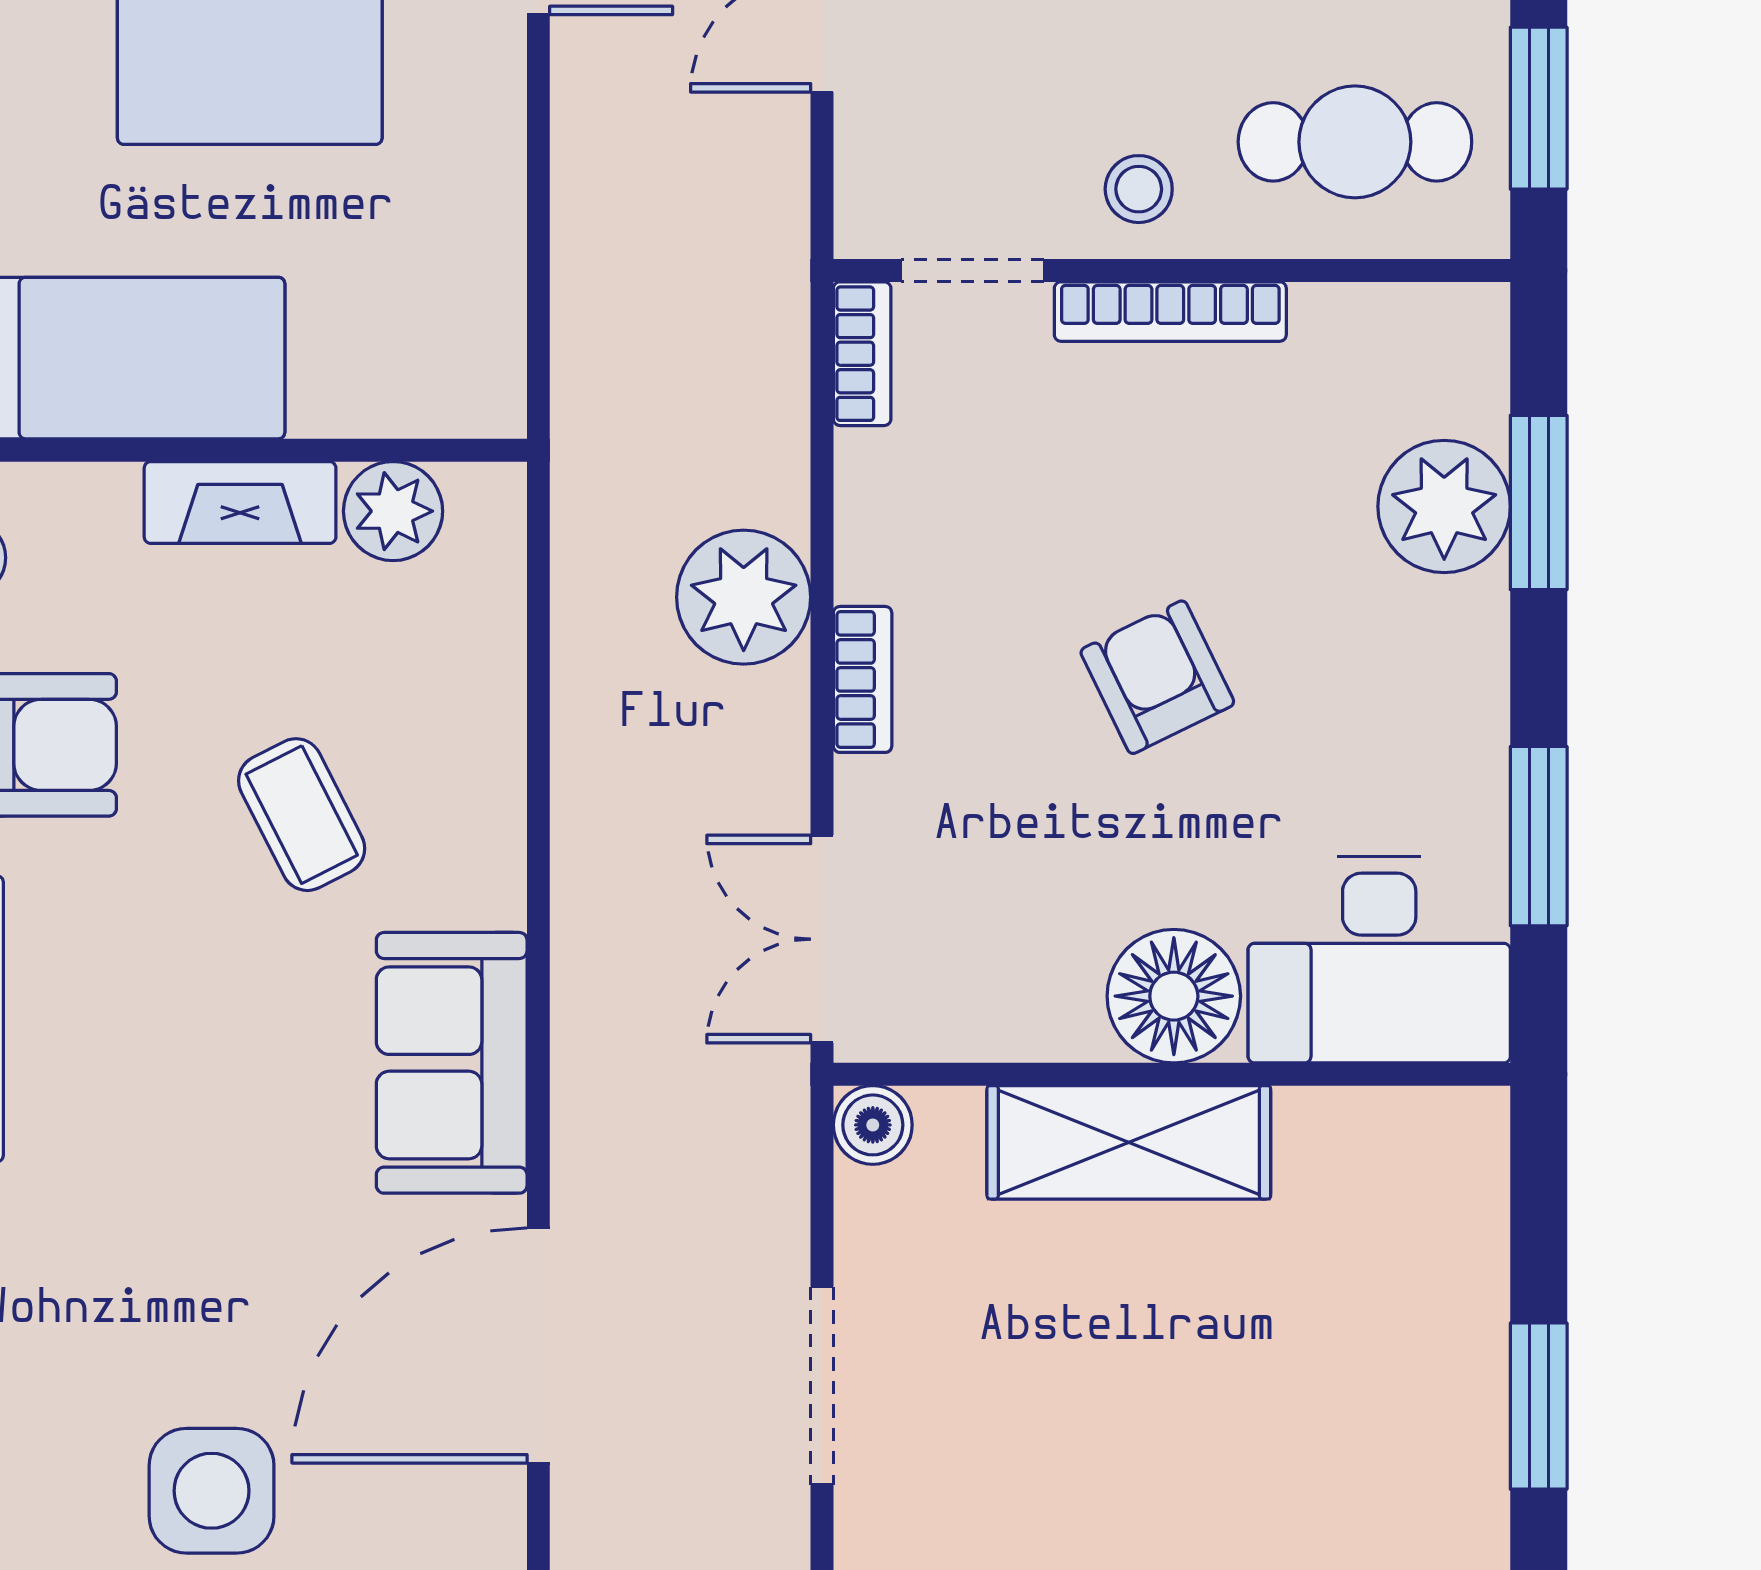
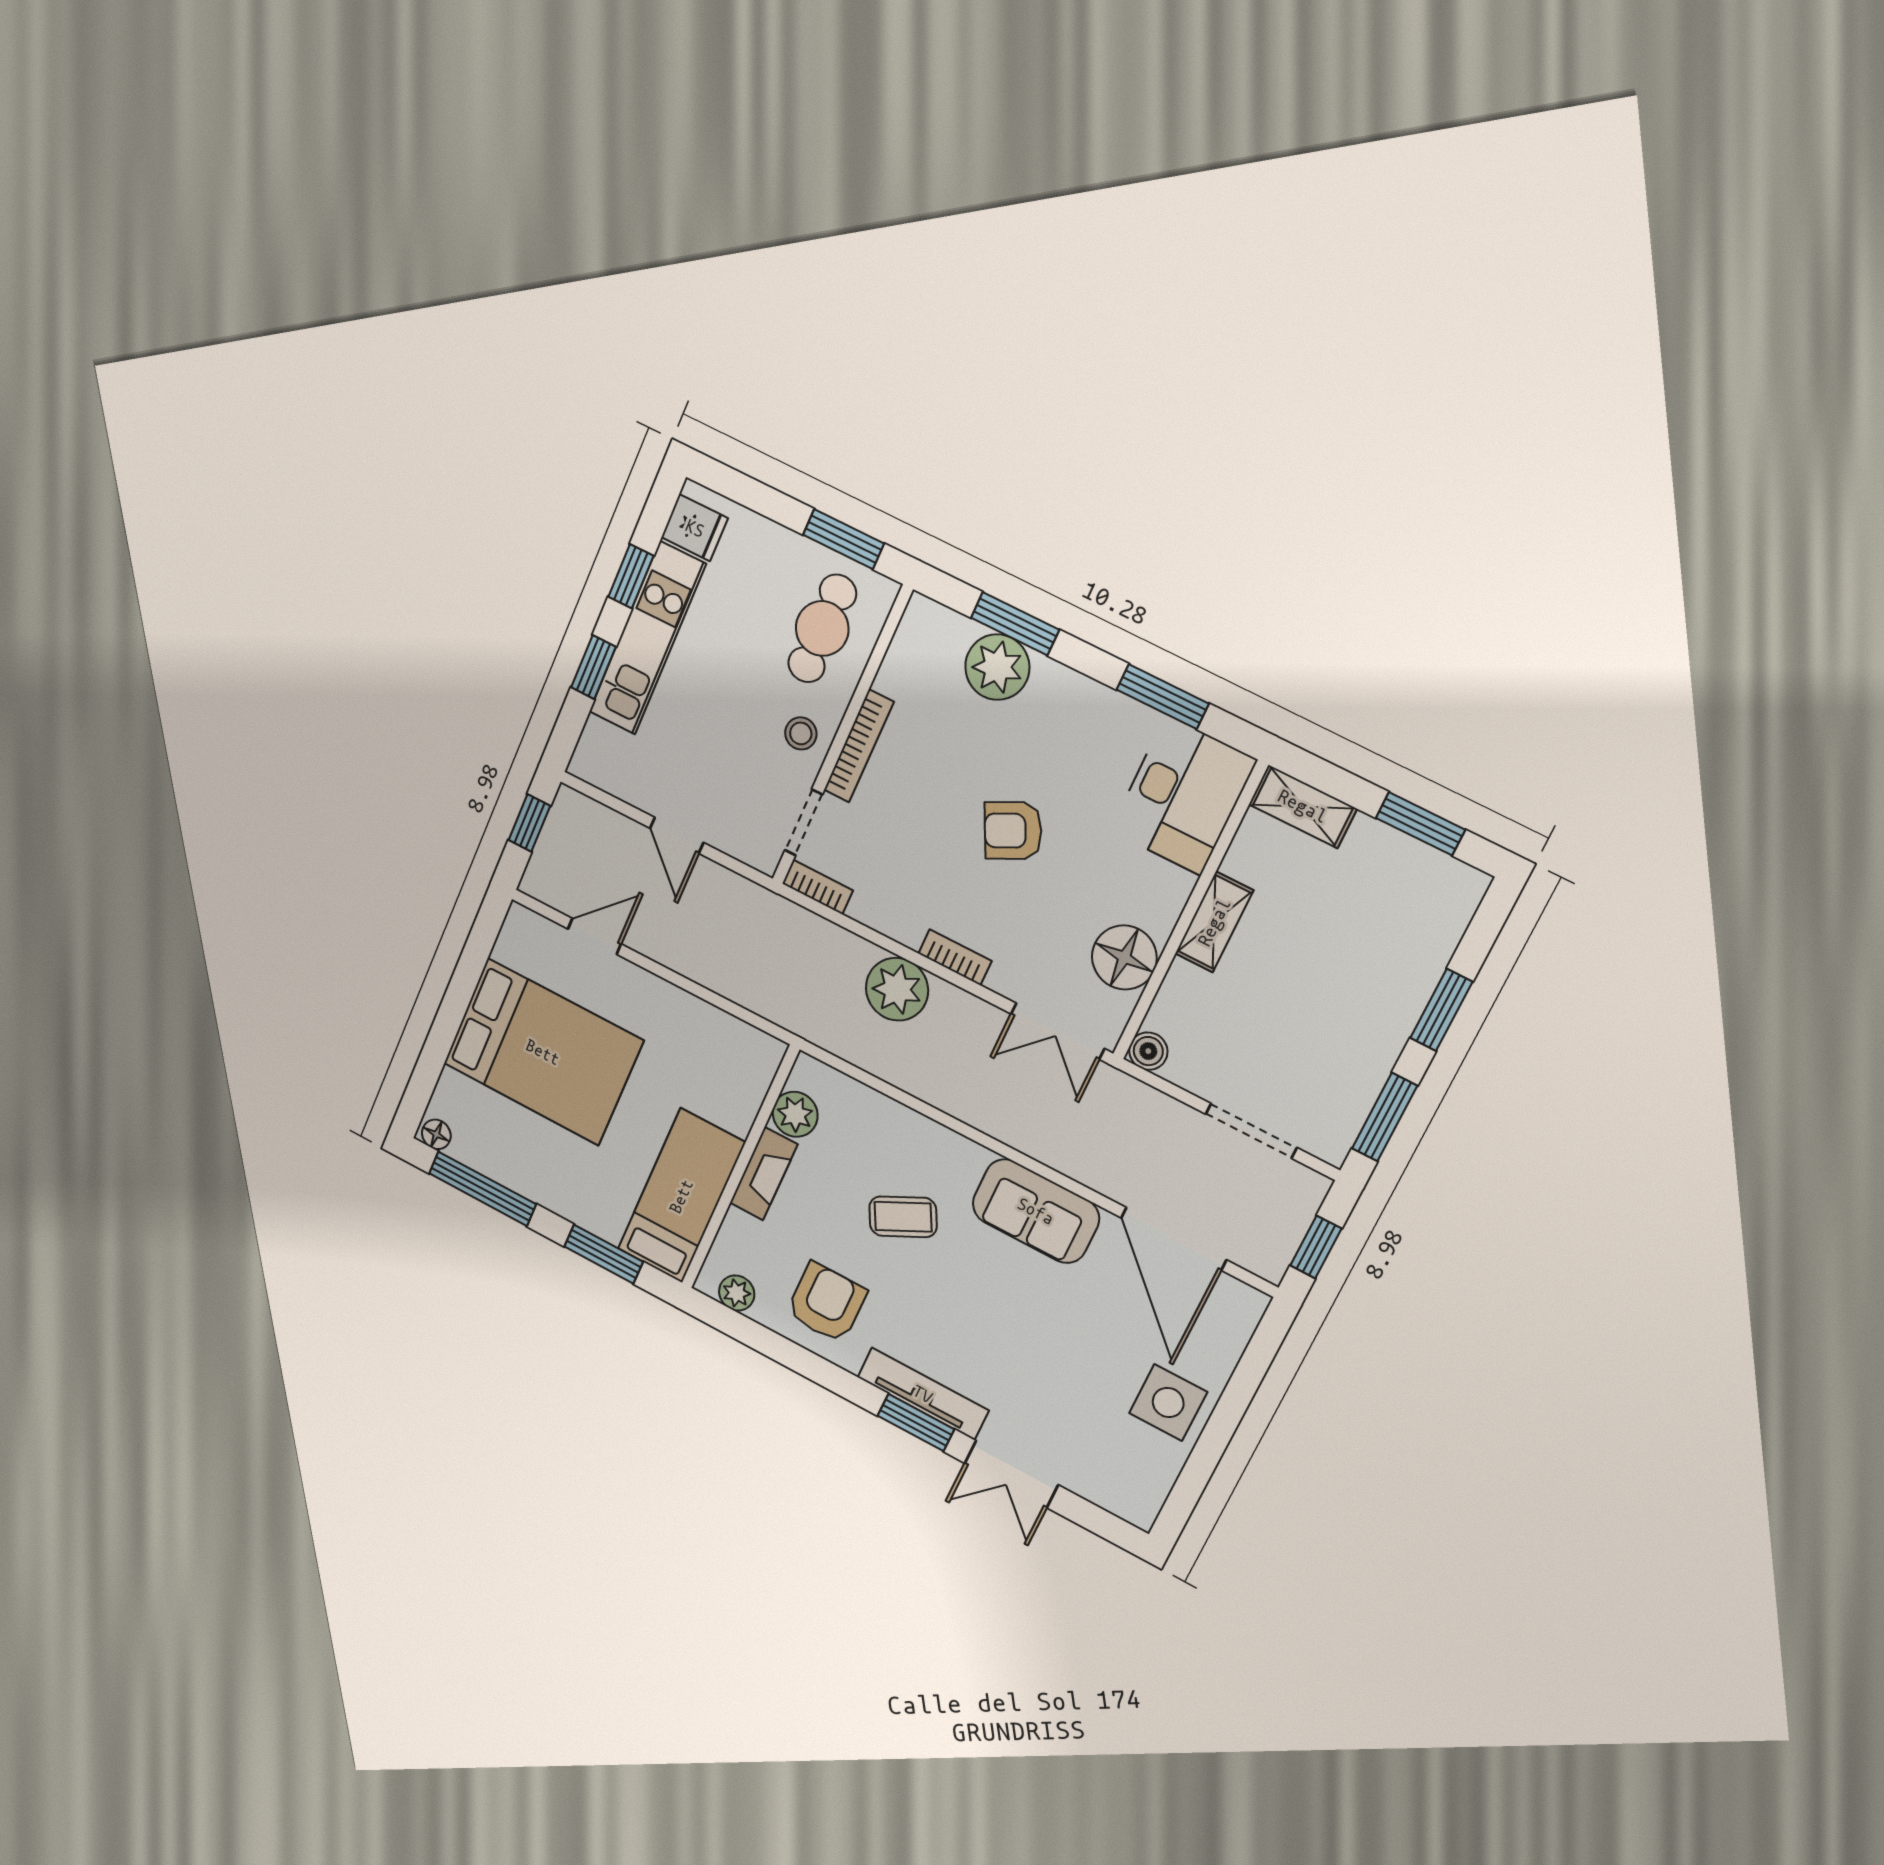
floor lamp: (1174, 996) -> (1124, 957), moved
shelving: (1129, 1142) -> (1214, 922), width x0.67, depth x0.75
shelving: (1466, 1184) -> (1303, 806), added

